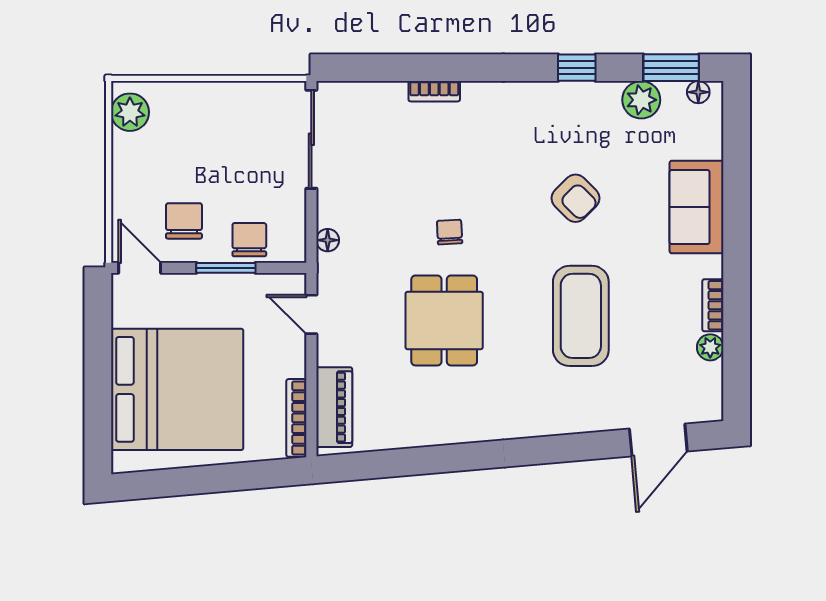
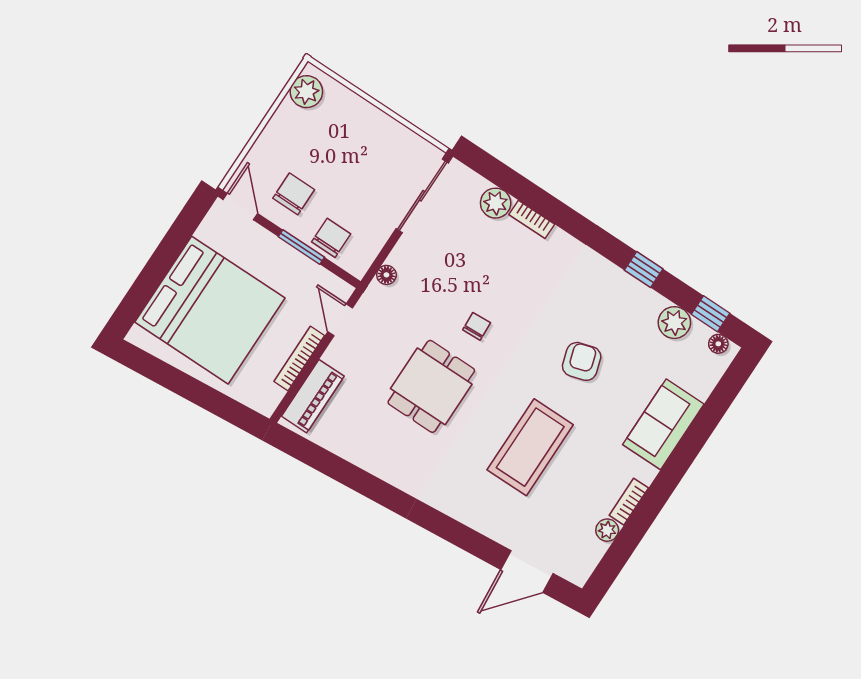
window: (671, 68) -> (710, 314), width x0.67
plant: (388, 99) -> (496, 203), added
armchair: (576, 198) -> (582, 361), turned -152
bookcase: (296, 418) -> (299, 359), moved

